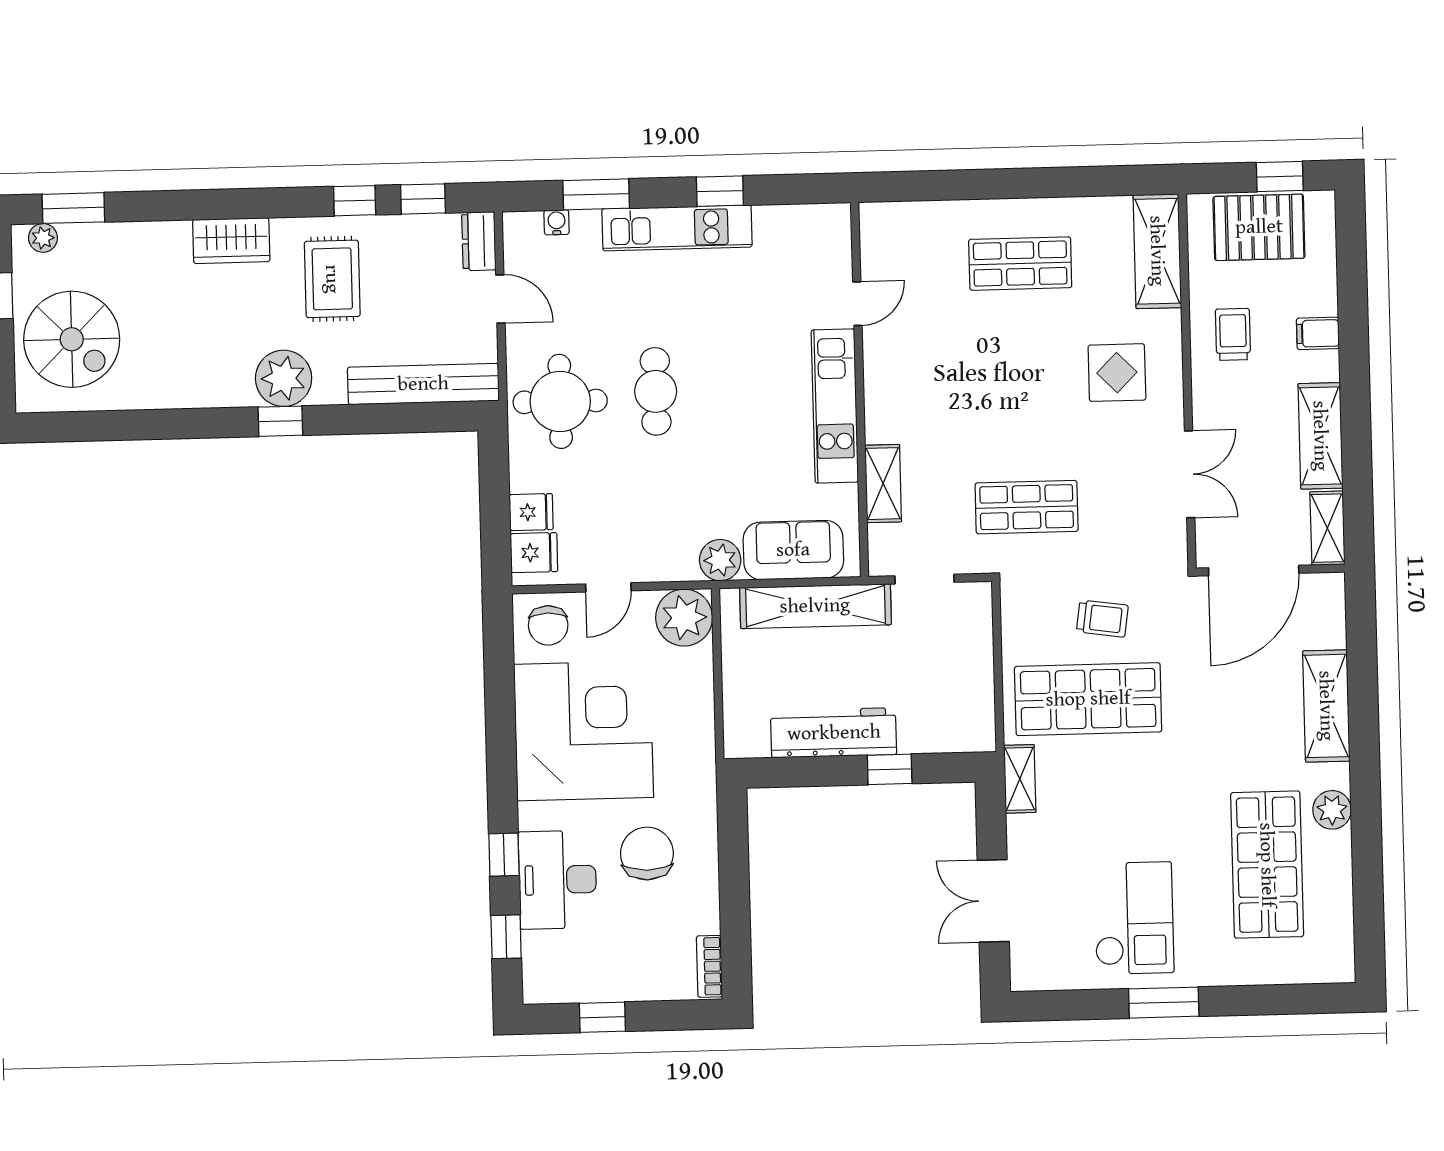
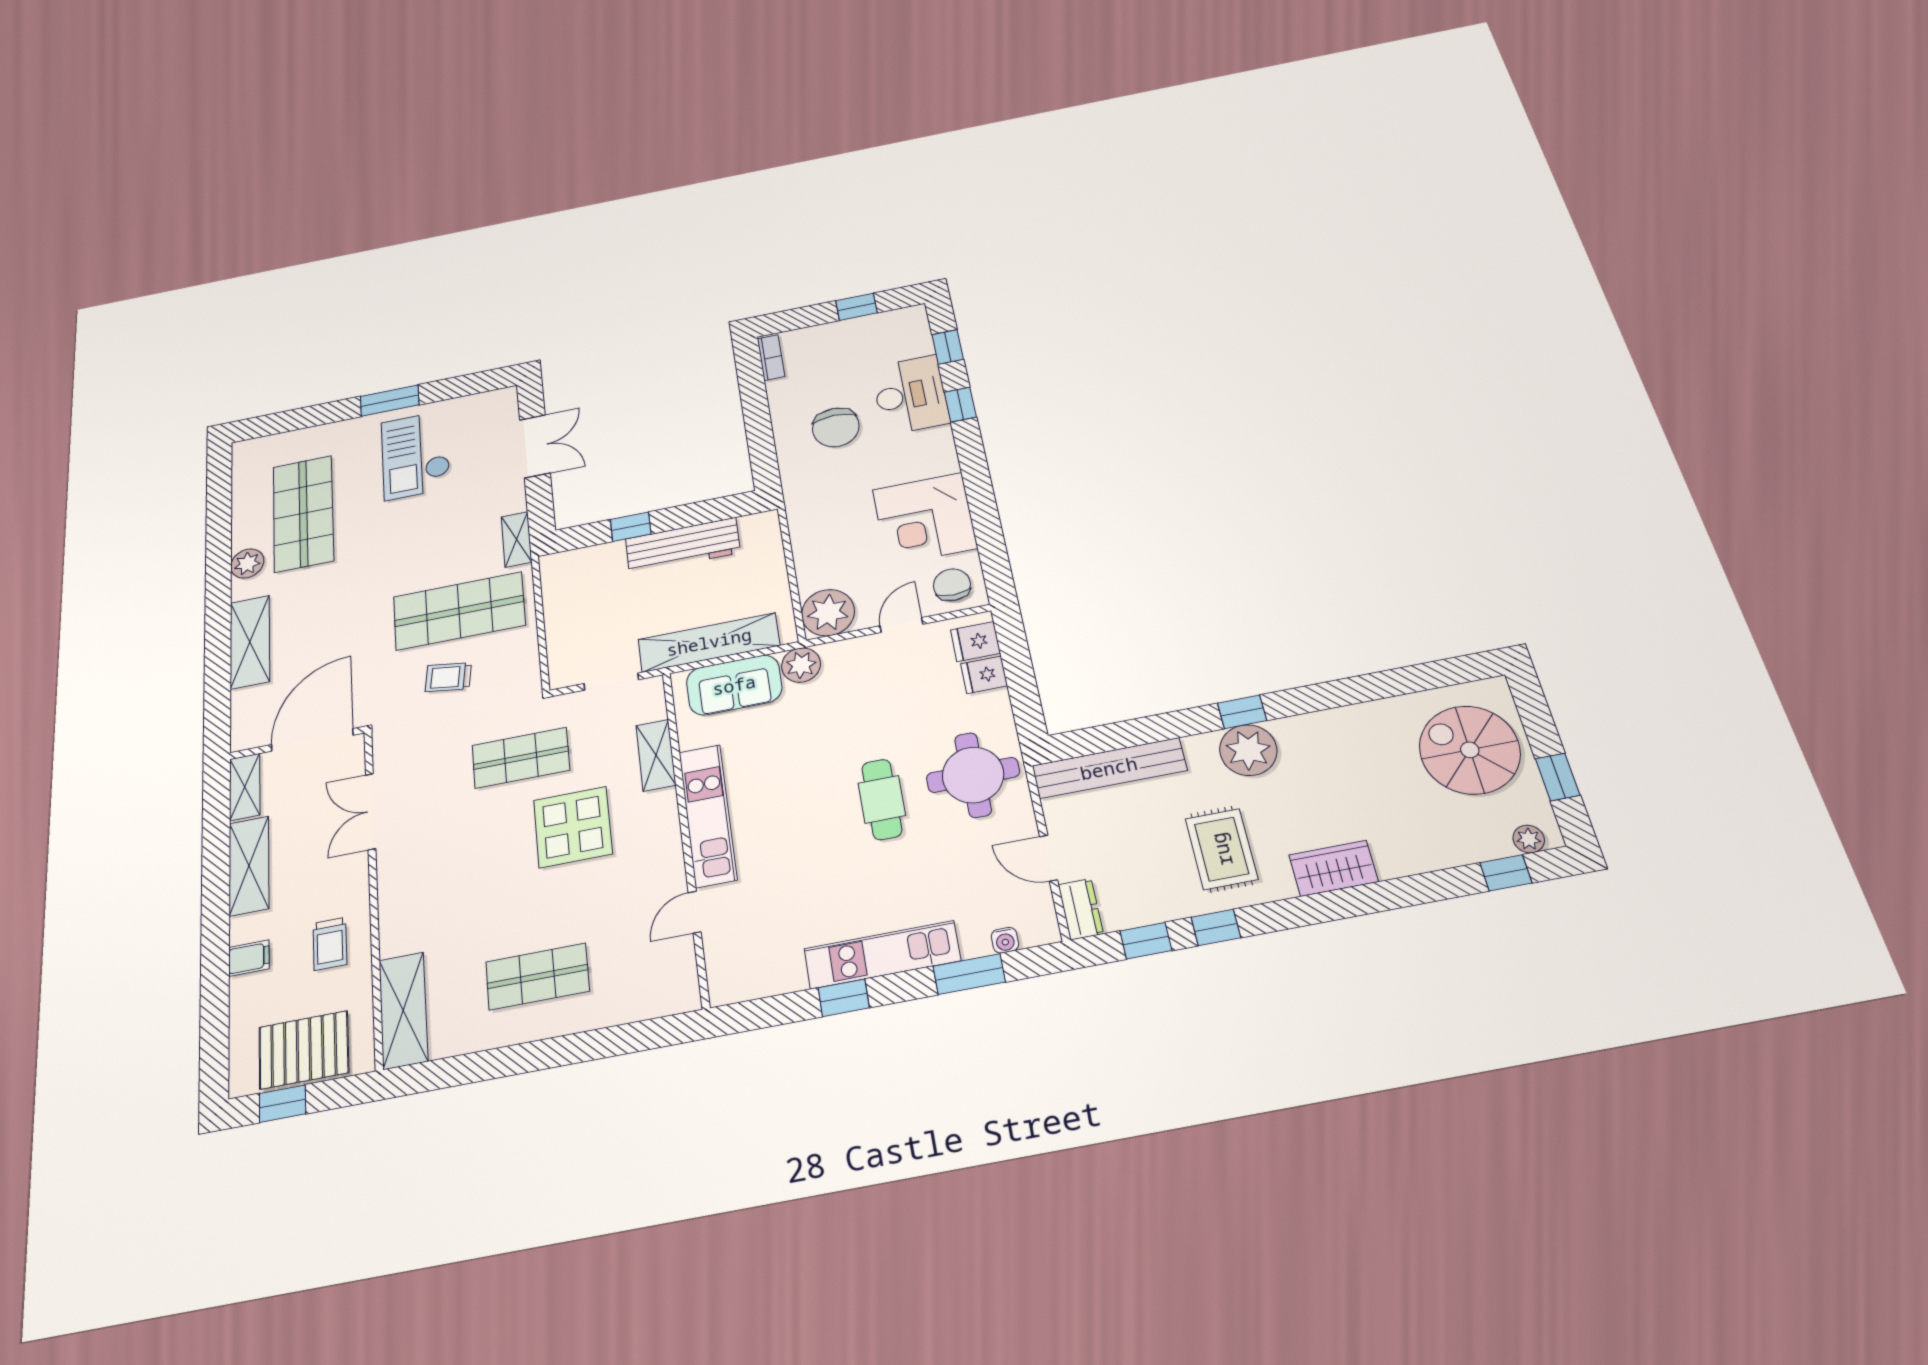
window: (73, 208) -> (1506, 873), width x0.67
display table: (1117, 373) -> (573, 827), moved, width x1.36, depth x1.36
corner desk: (584, 731) -> (925, 519), width x0.74, depth x0.74

